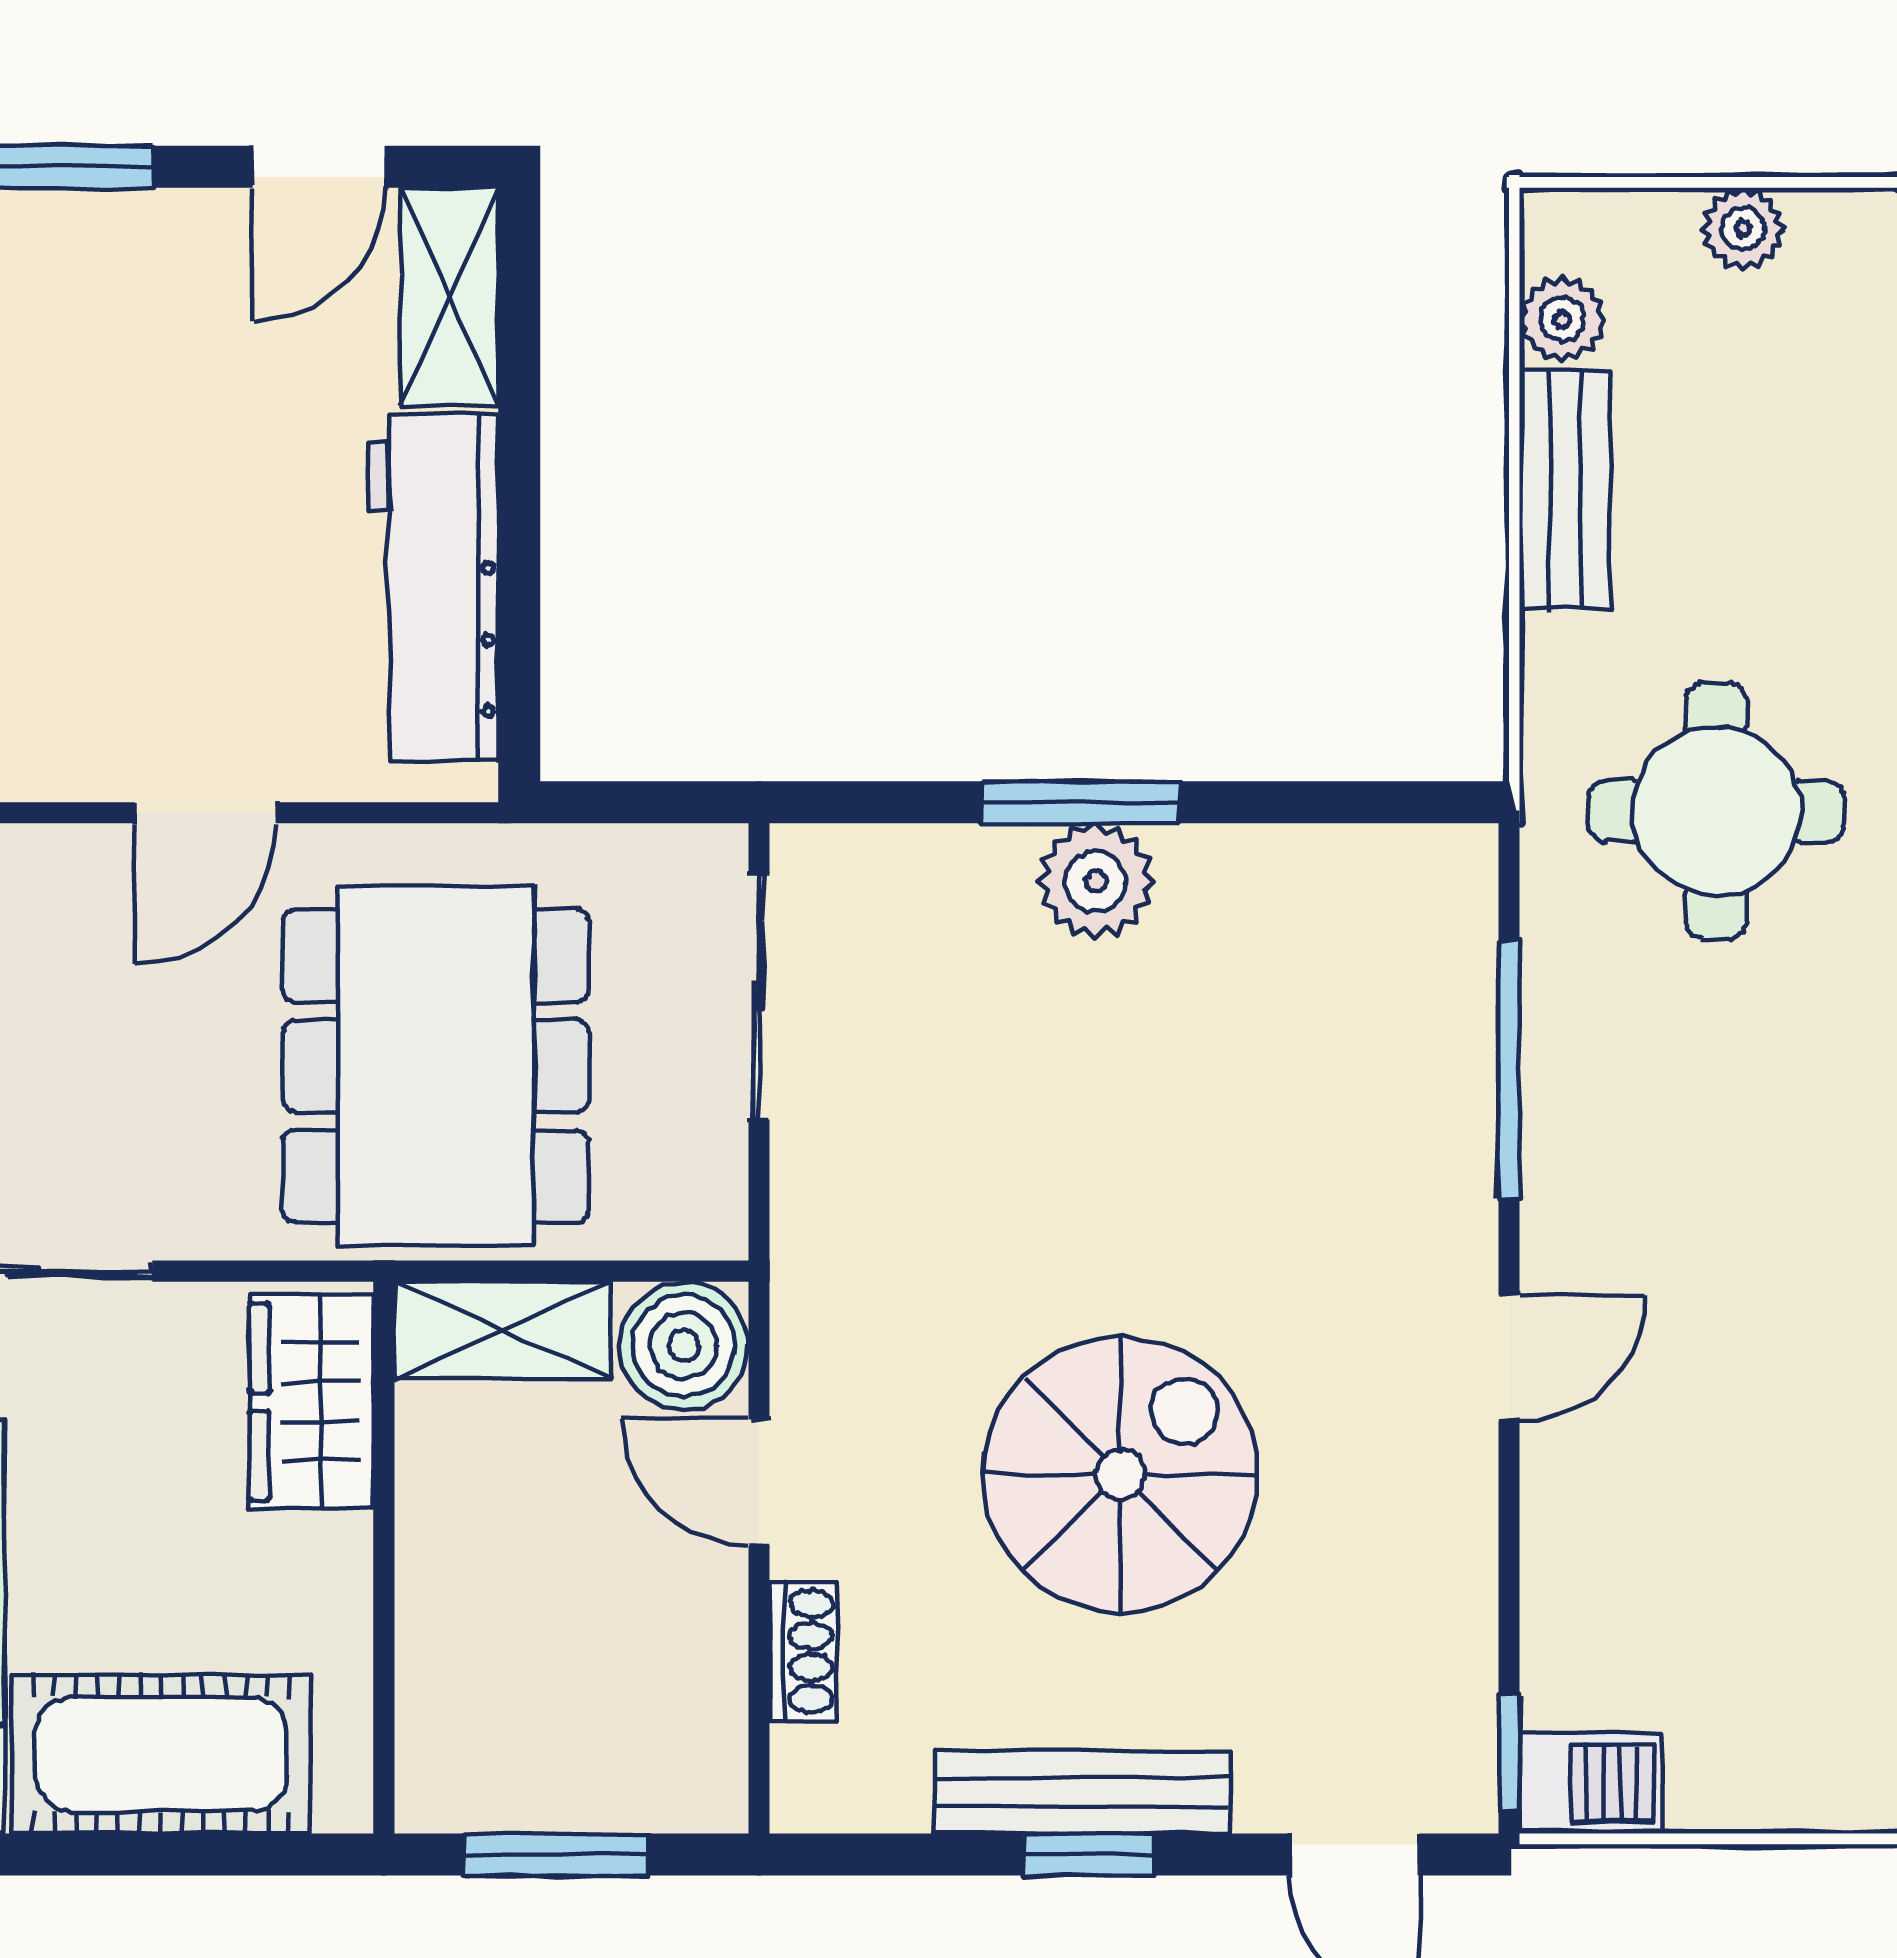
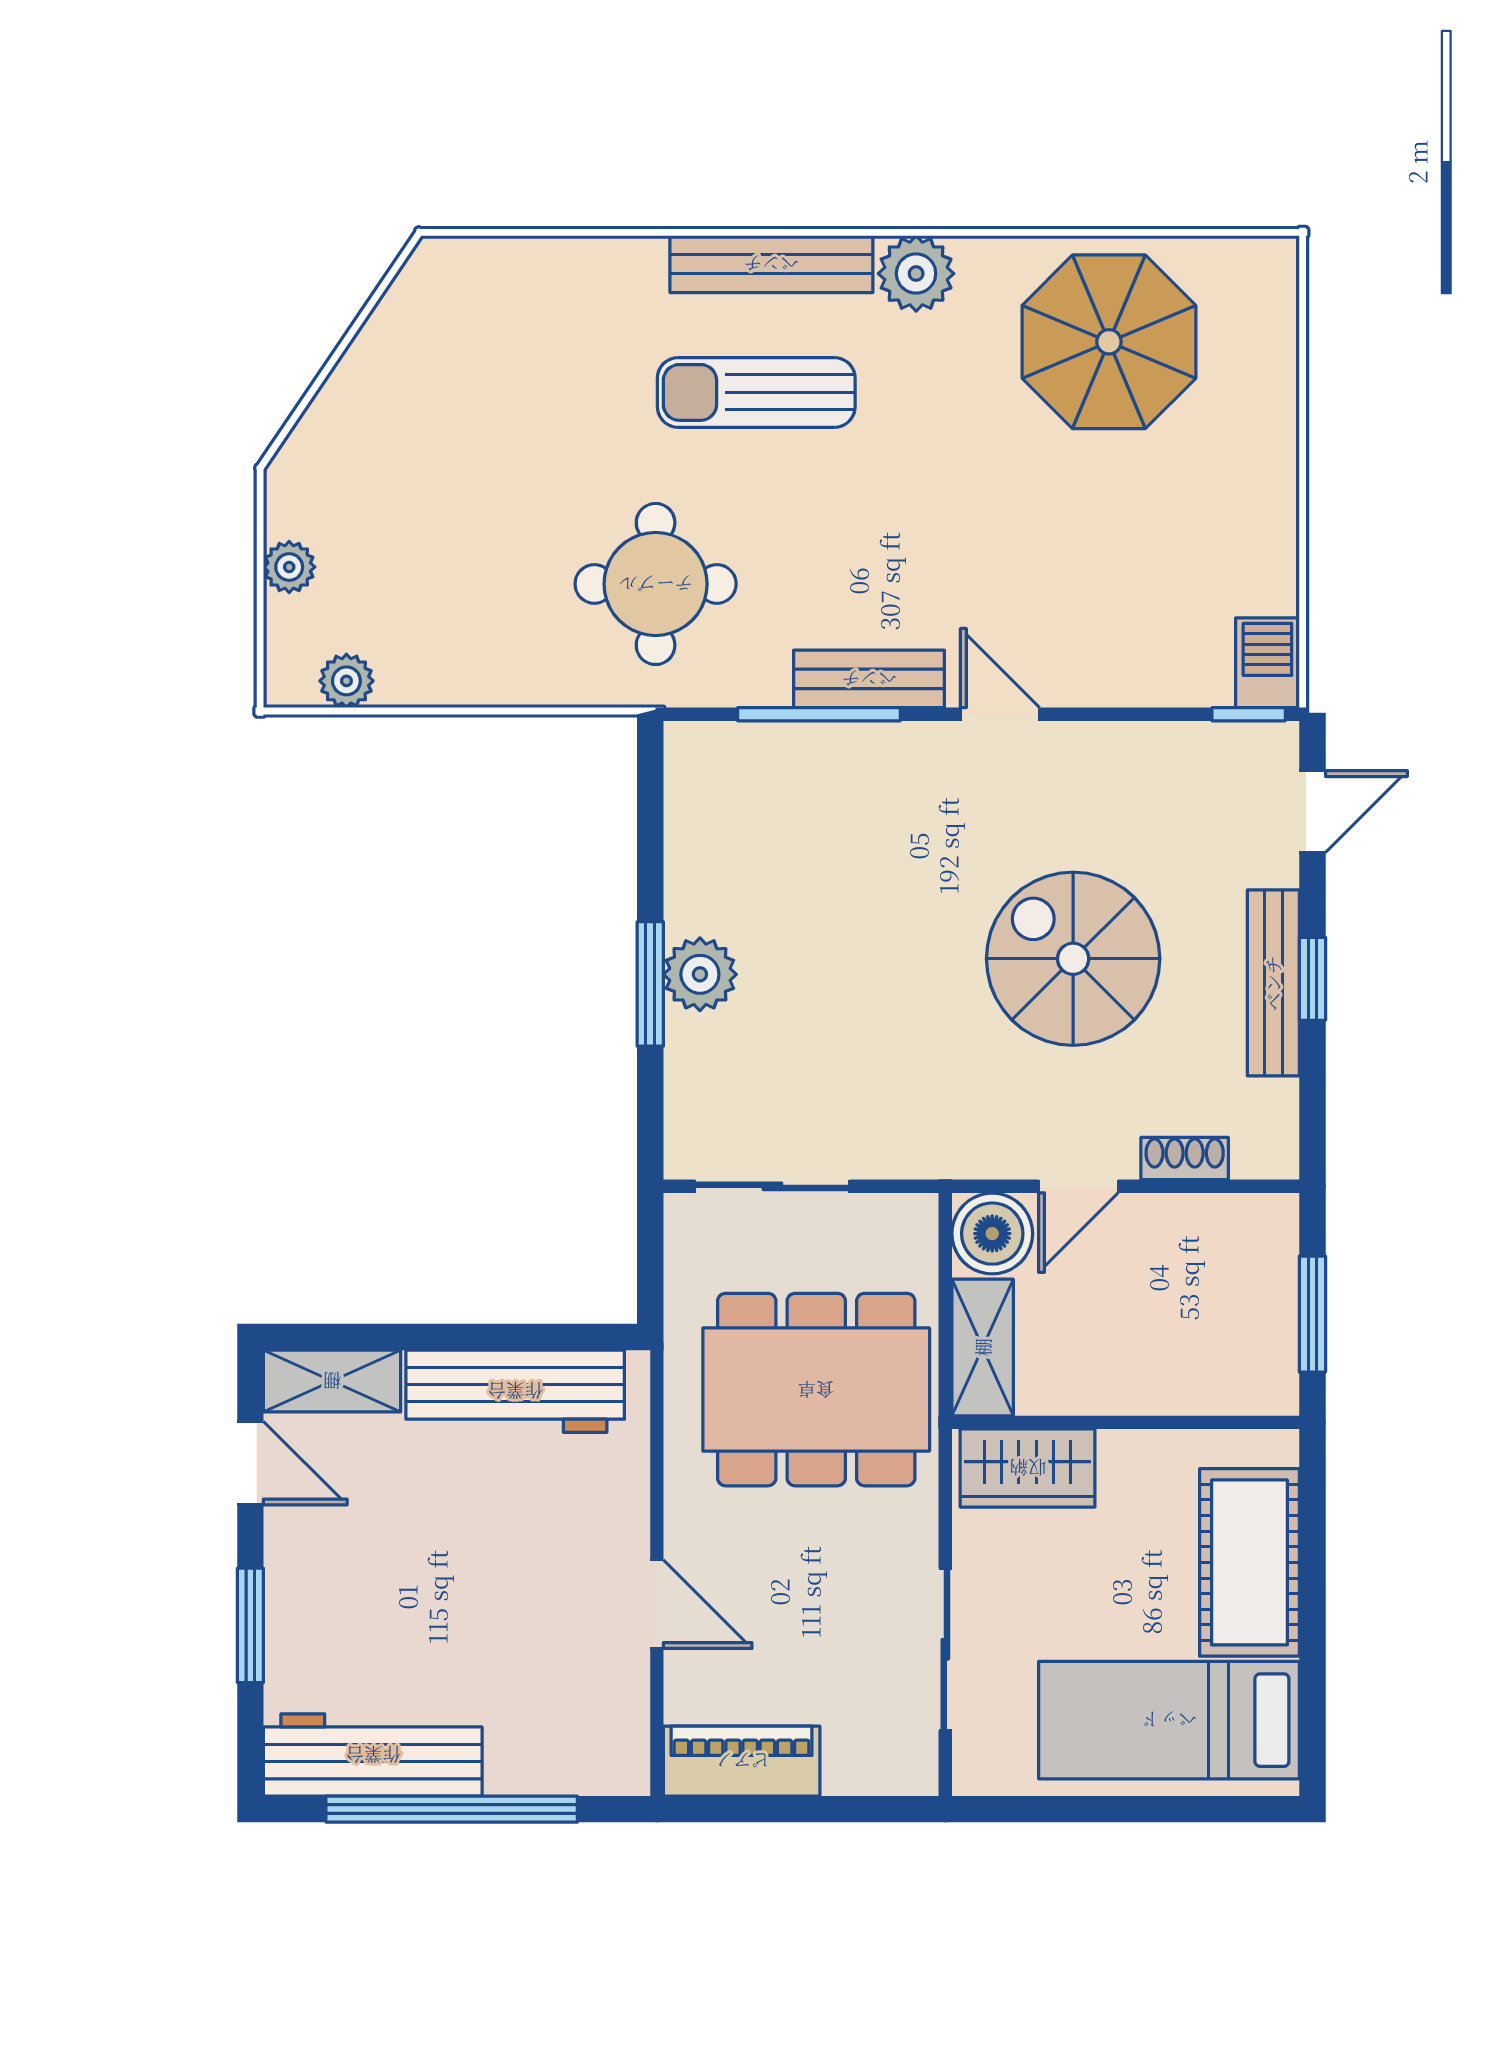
bench: (1565, 490) -> (869, 679), moved
door: (205, 813) -> (657, 1604), moved

